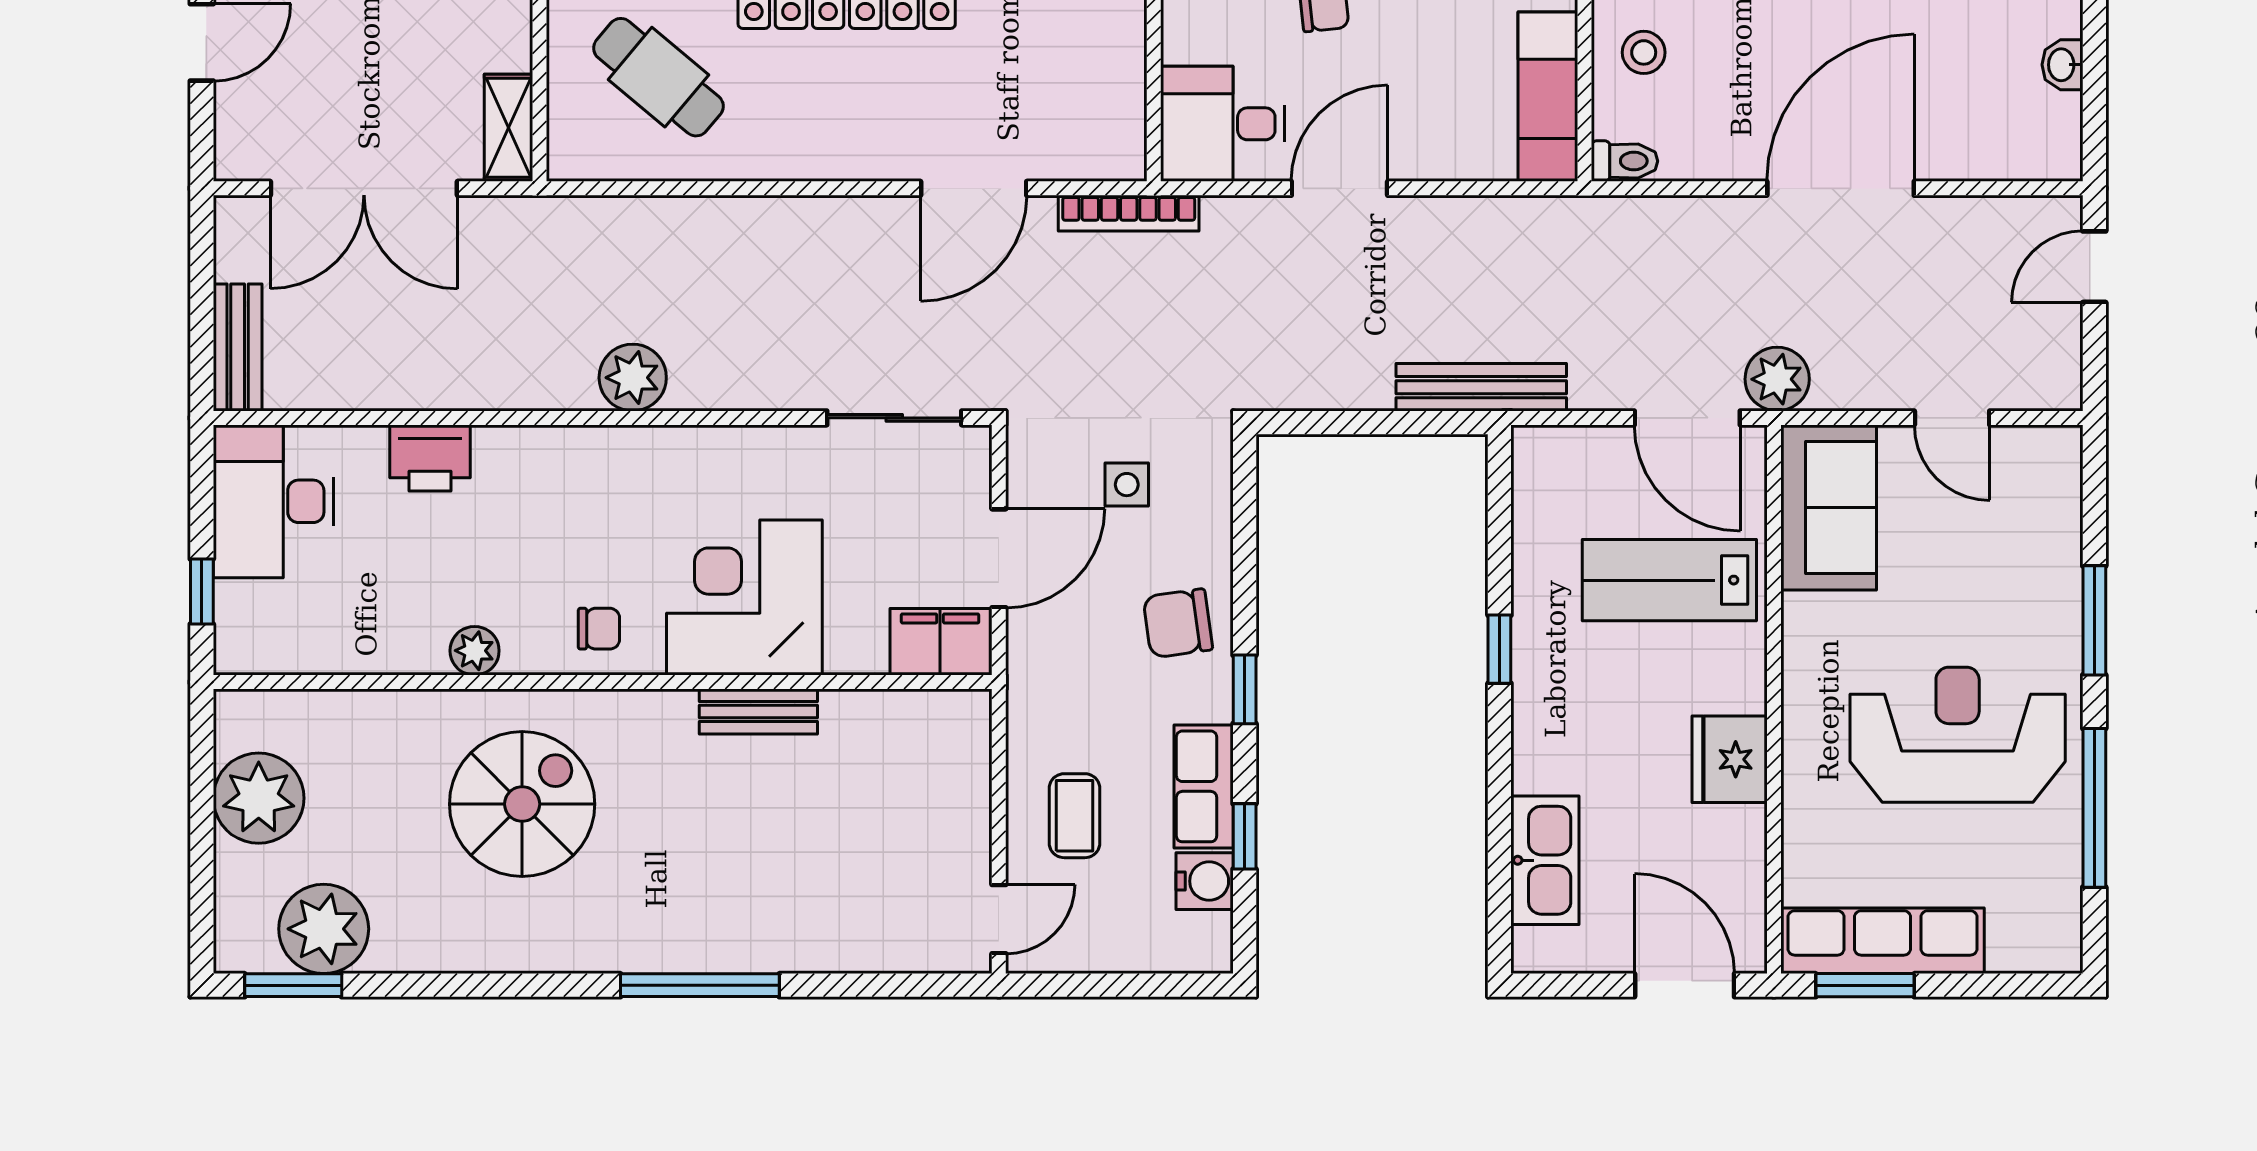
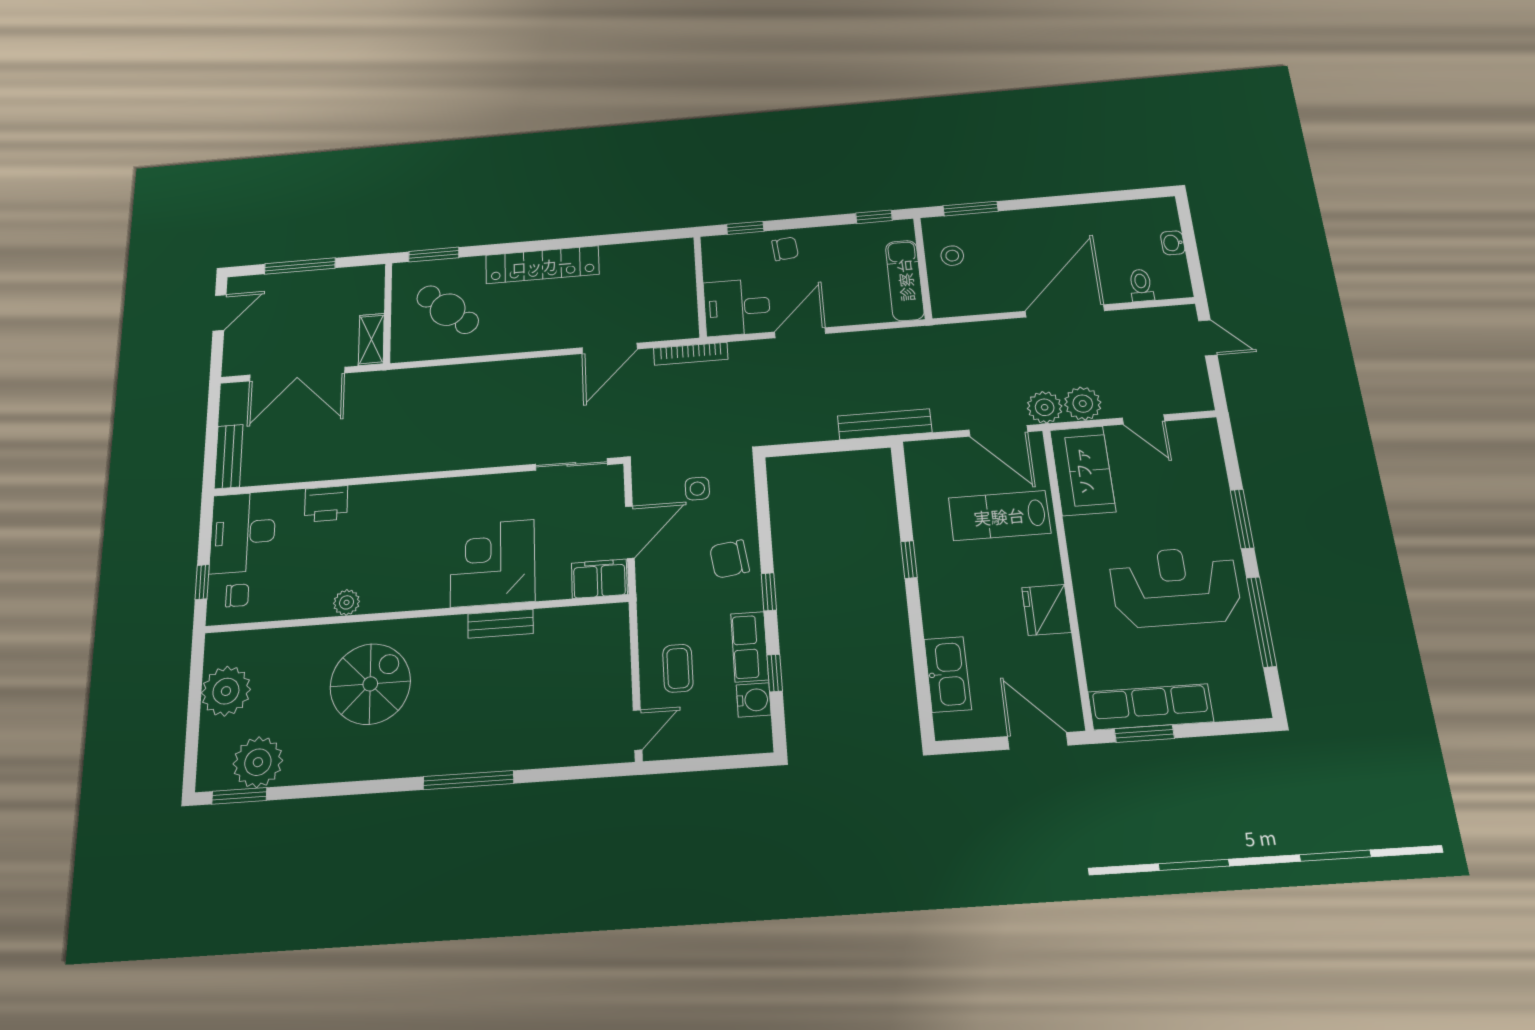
toilet: (1624, 161) -> (1141, 285), moved, turned -90
door: (2094, 267) -> (1208, 338), swing flipped
plant: (633, 378) -> (1083, 404), moved
chair: (599, 629) -> (237, 595), moved

